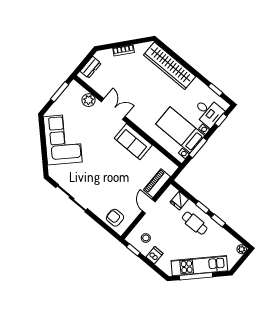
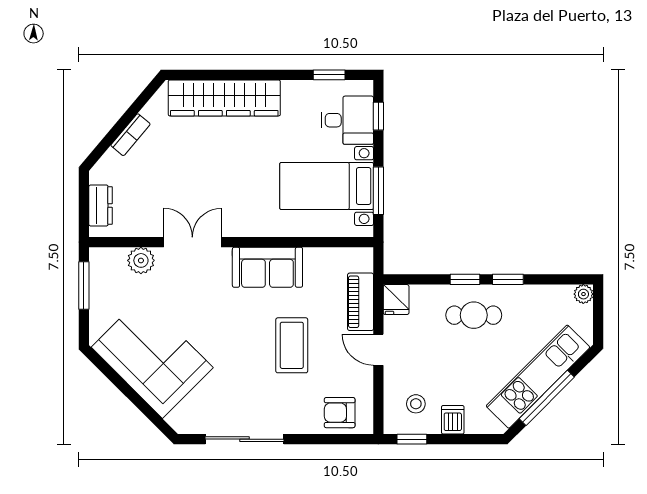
coffee table: (118, 178) -> (292, 345), added
fridge: (179, 201) -> (396, 300), moved

